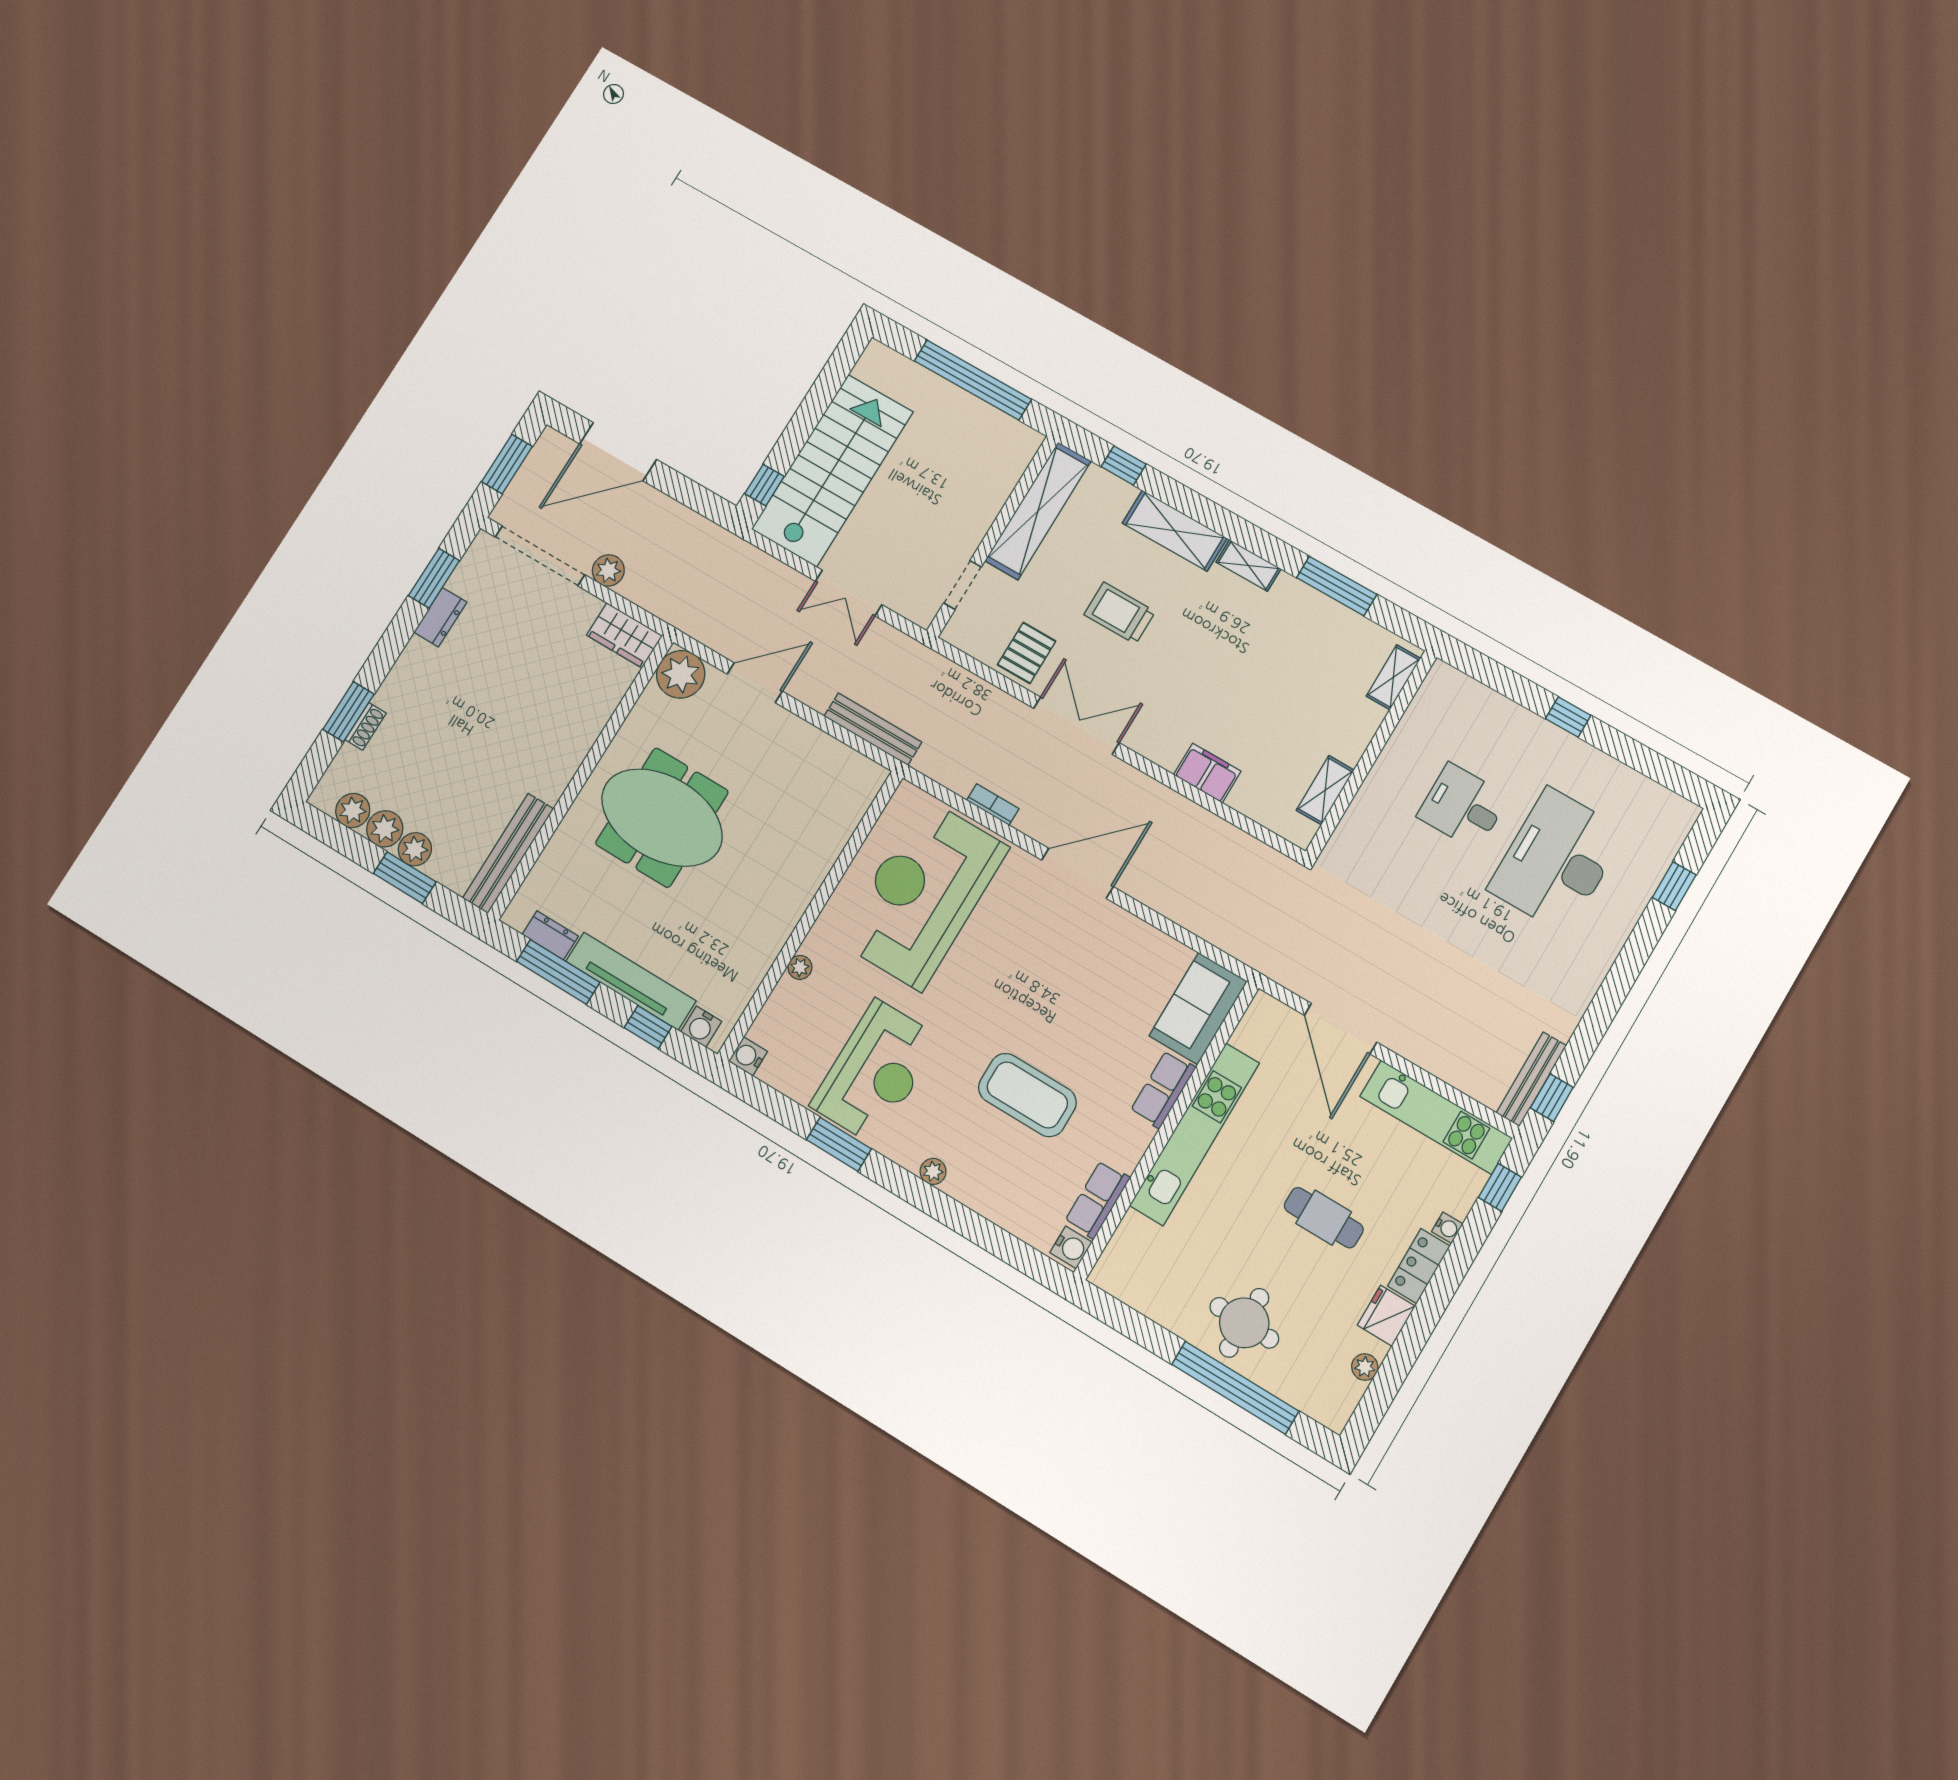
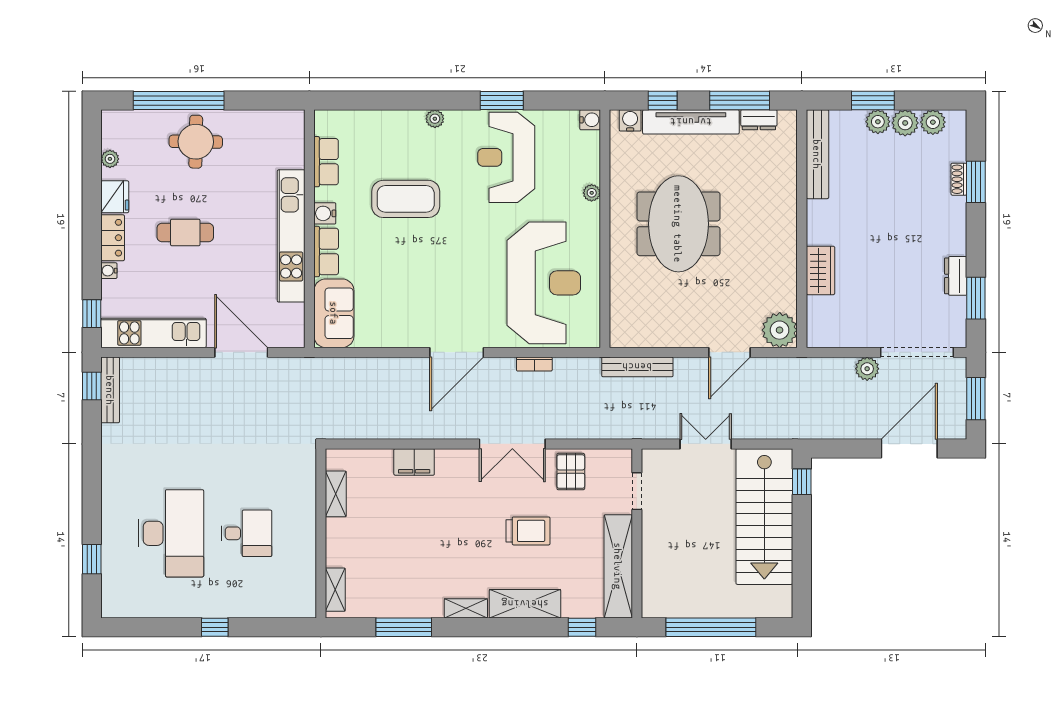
wardrobe: (624, 635) -> (820, 270), moved, turned 90
meeting table: (662, 818) -> (678, 224), moved, turned 90
water cooler: (1071, 1247) -> (325, 213), moved

